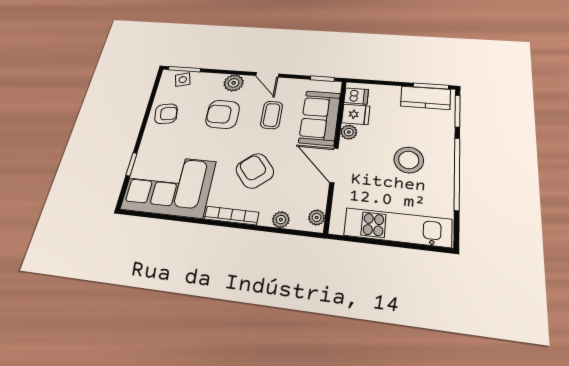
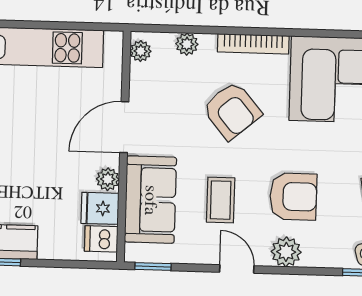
stool: (409, 160) -> (25, 142), removed
door: (334, 165) -> (124, 127), swing flipped

